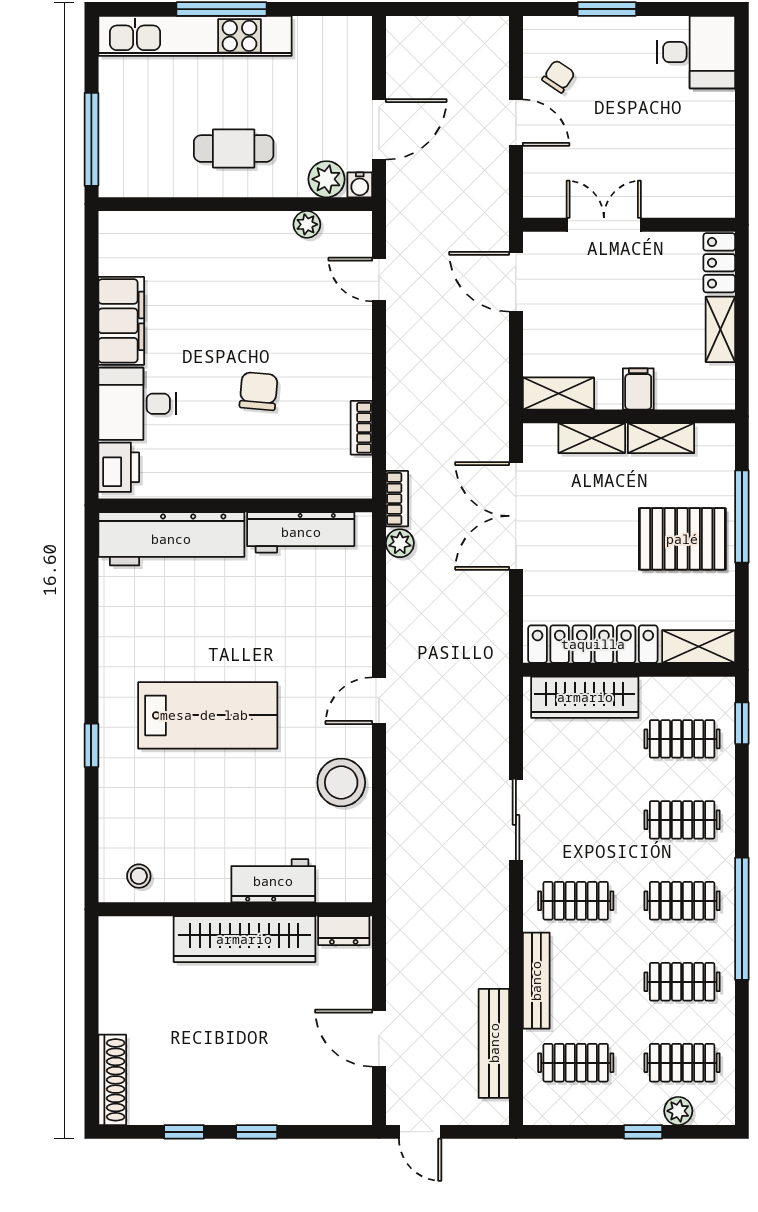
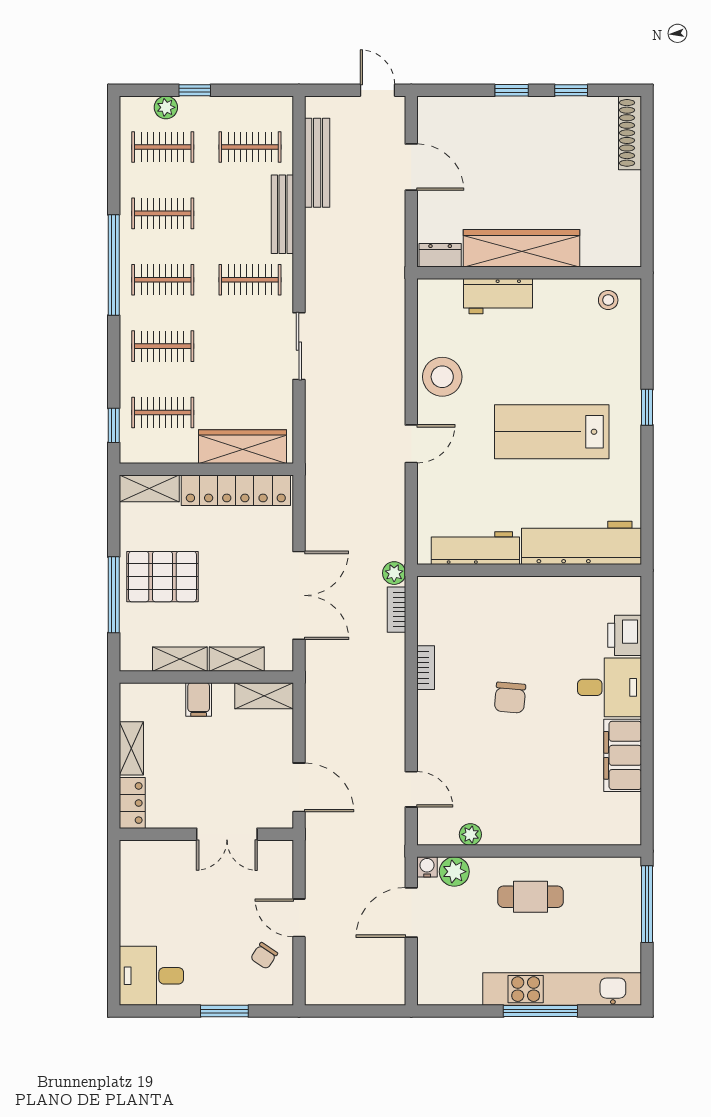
wall: (235, 505) -> (529, 570), moved
workbench: (301, 532) -> (475, 548), moved
workbench: (171, 539) -> (582, 543), moved

